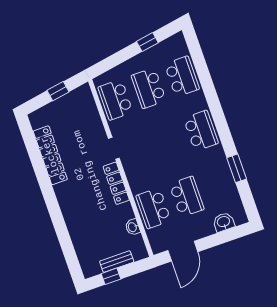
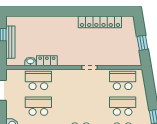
locker: (116, 183) -> (47, 61), moved, width x0.66
school desk: (187, 197) -> (38, 106), turned 180
bench: (117, 262) -> (10, 42), width x1.36

